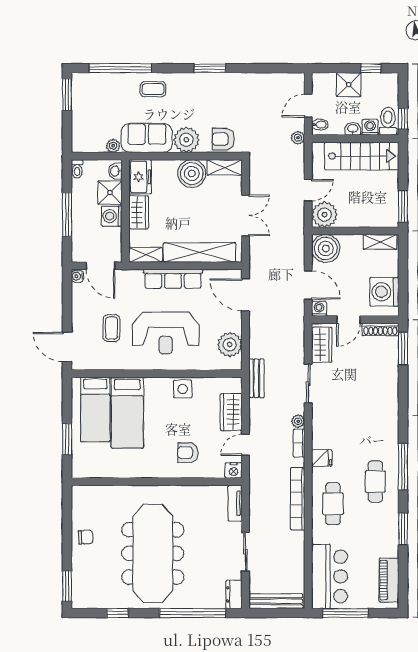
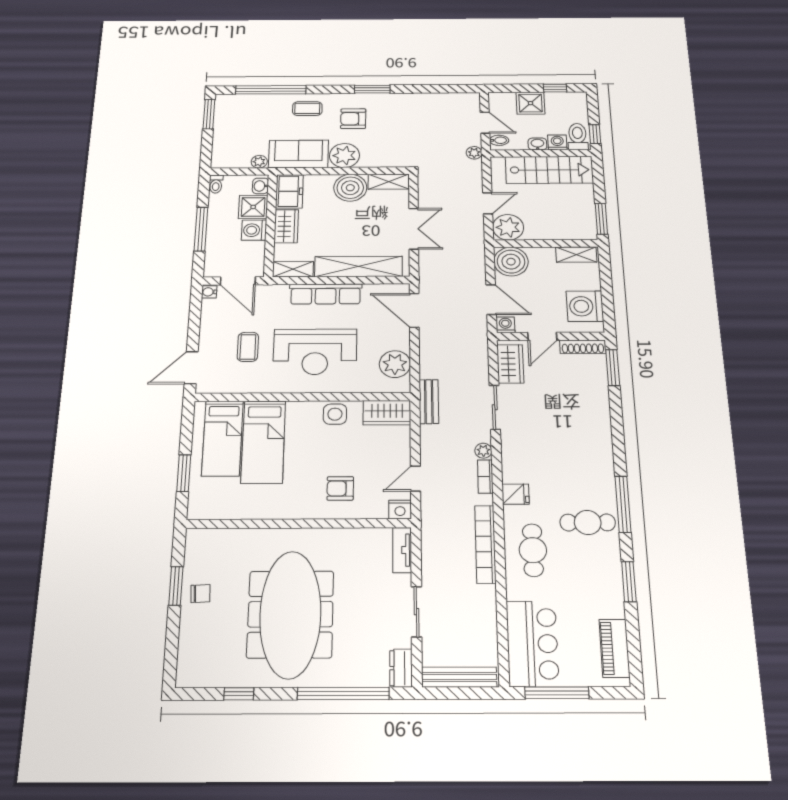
door: (308, 106) -> (485, 123), swing flipped
armchair: (223, 139) -> (353, 119), moved
door: (67, 347) -> (191, 368), hinge flipped
wardrobe: (231, 412) -> (387, 413), moved, turned -90
cafe table: (375, 482) -> (588, 522), turned 90
window: (67, 586) -> (176, 586), moved

